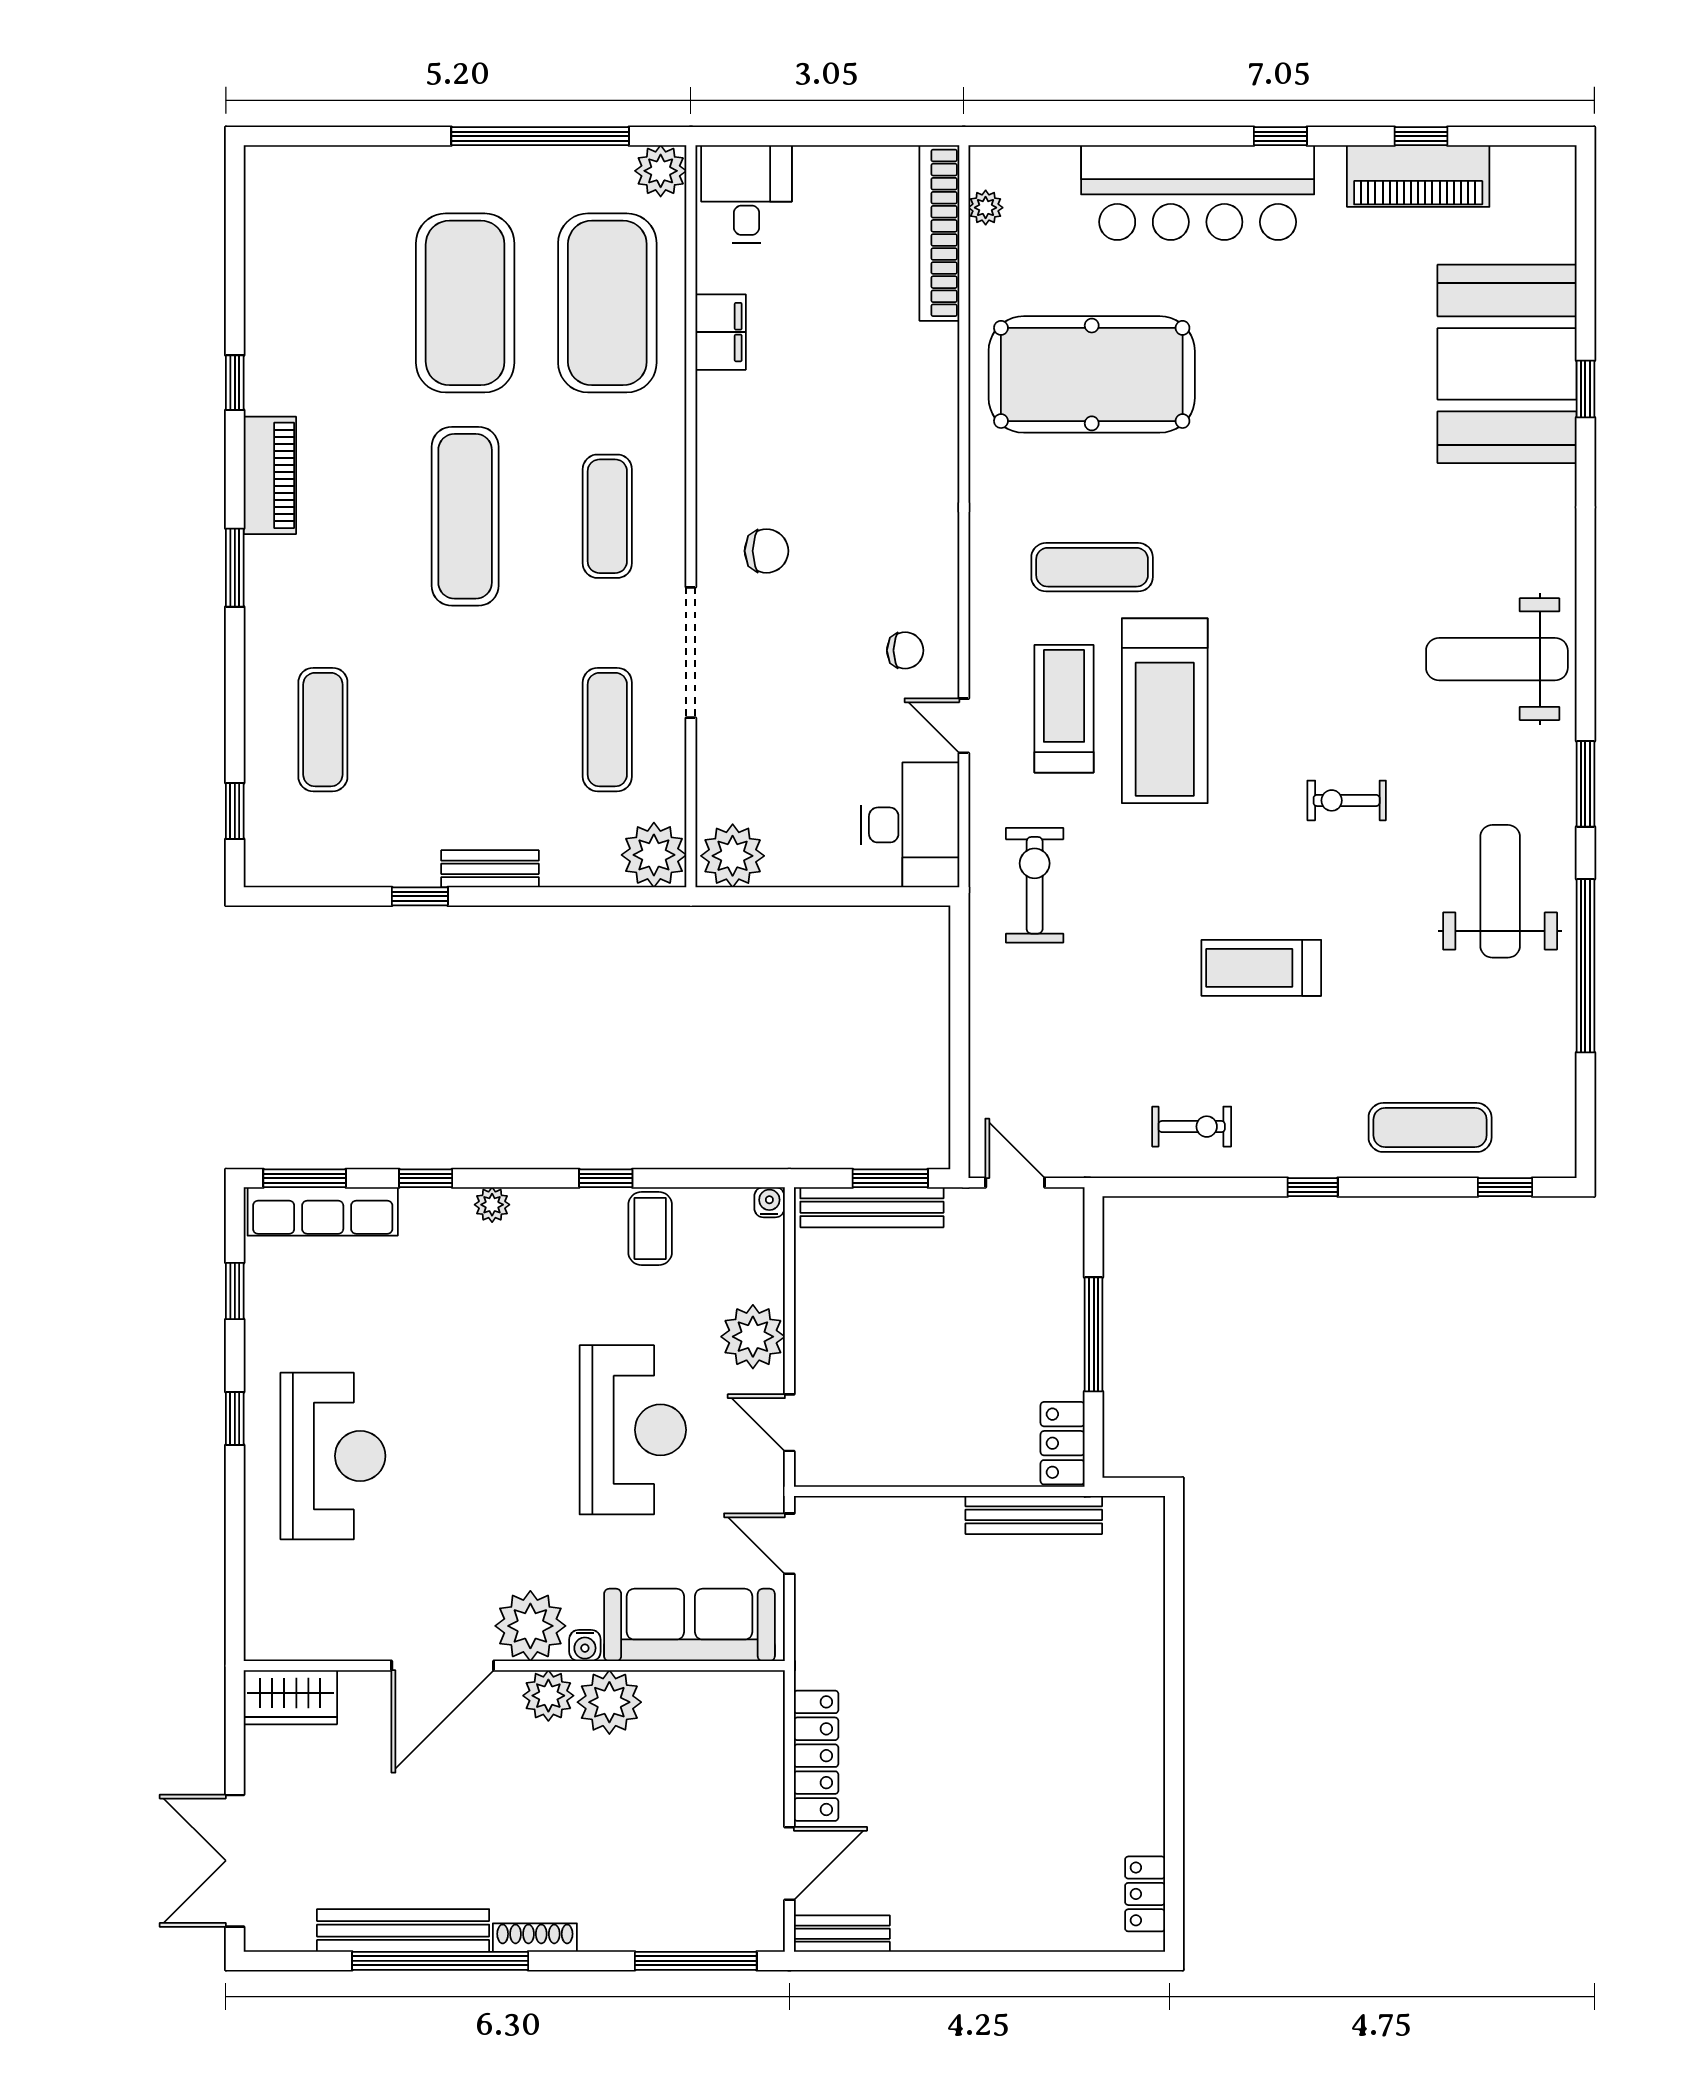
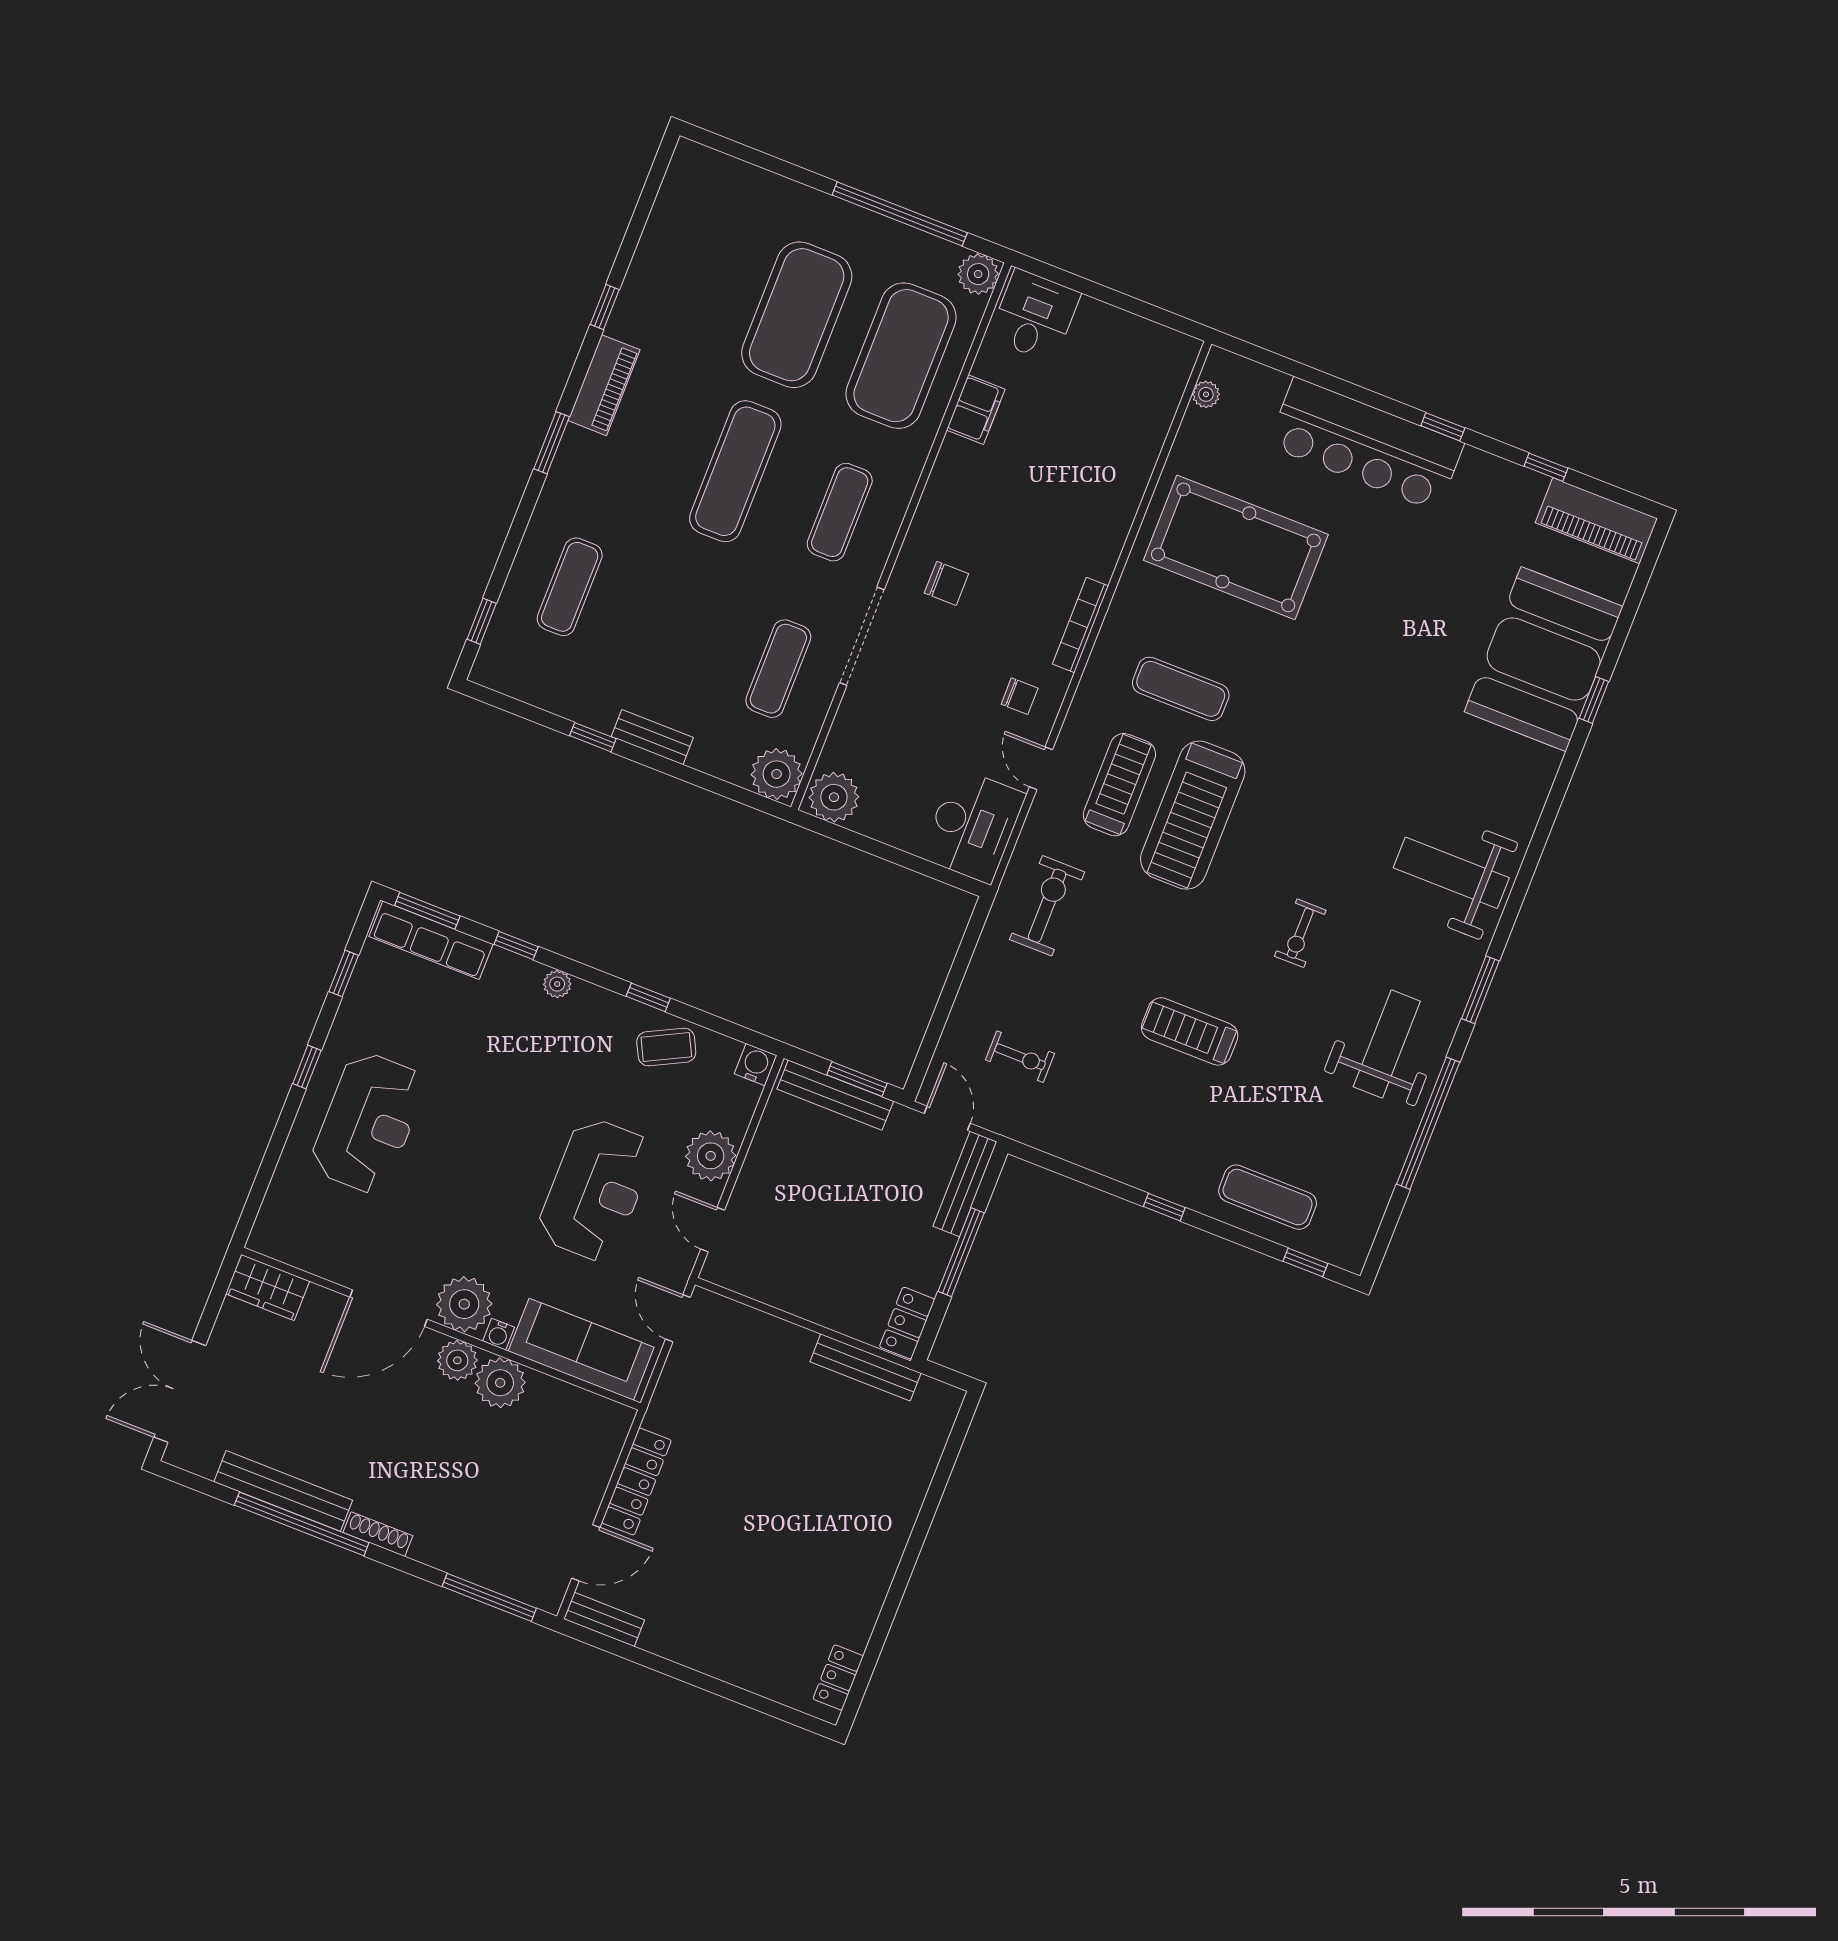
piano: (1418, 176) -> (1596, 521), moved
bookcase: (939, 233) -> (1080, 625), moved, width x0.68, depth x0.76
exercise bike: (1347, 800) -> (1300, 933), turned -90
exercise bike: (1192, 1127) -> (1020, 1057), moved
water cooler: (769, 1202) -> (755, 1065), width x1.38, depth x1.38
coffee table: (650, 1229) -> (666, 1047), turned 63
bench: (1066, 1252) -> (965, 1184), added

